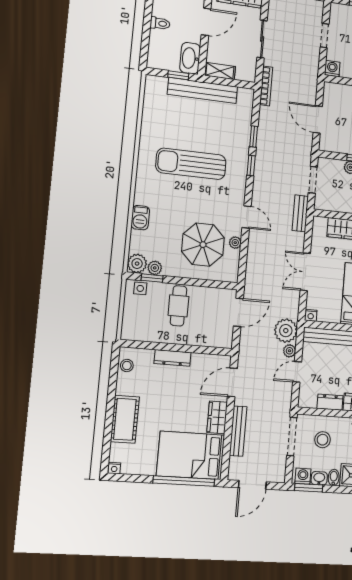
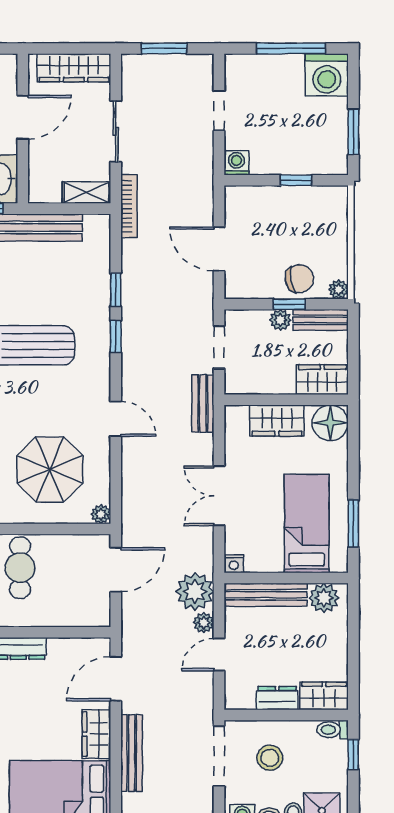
shelving: (220, 71) -> (86, 193), moved
plant: (235, 243) -> (101, 514), moved

